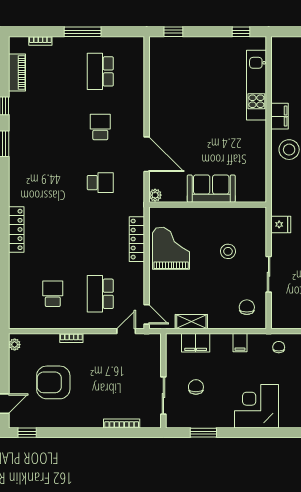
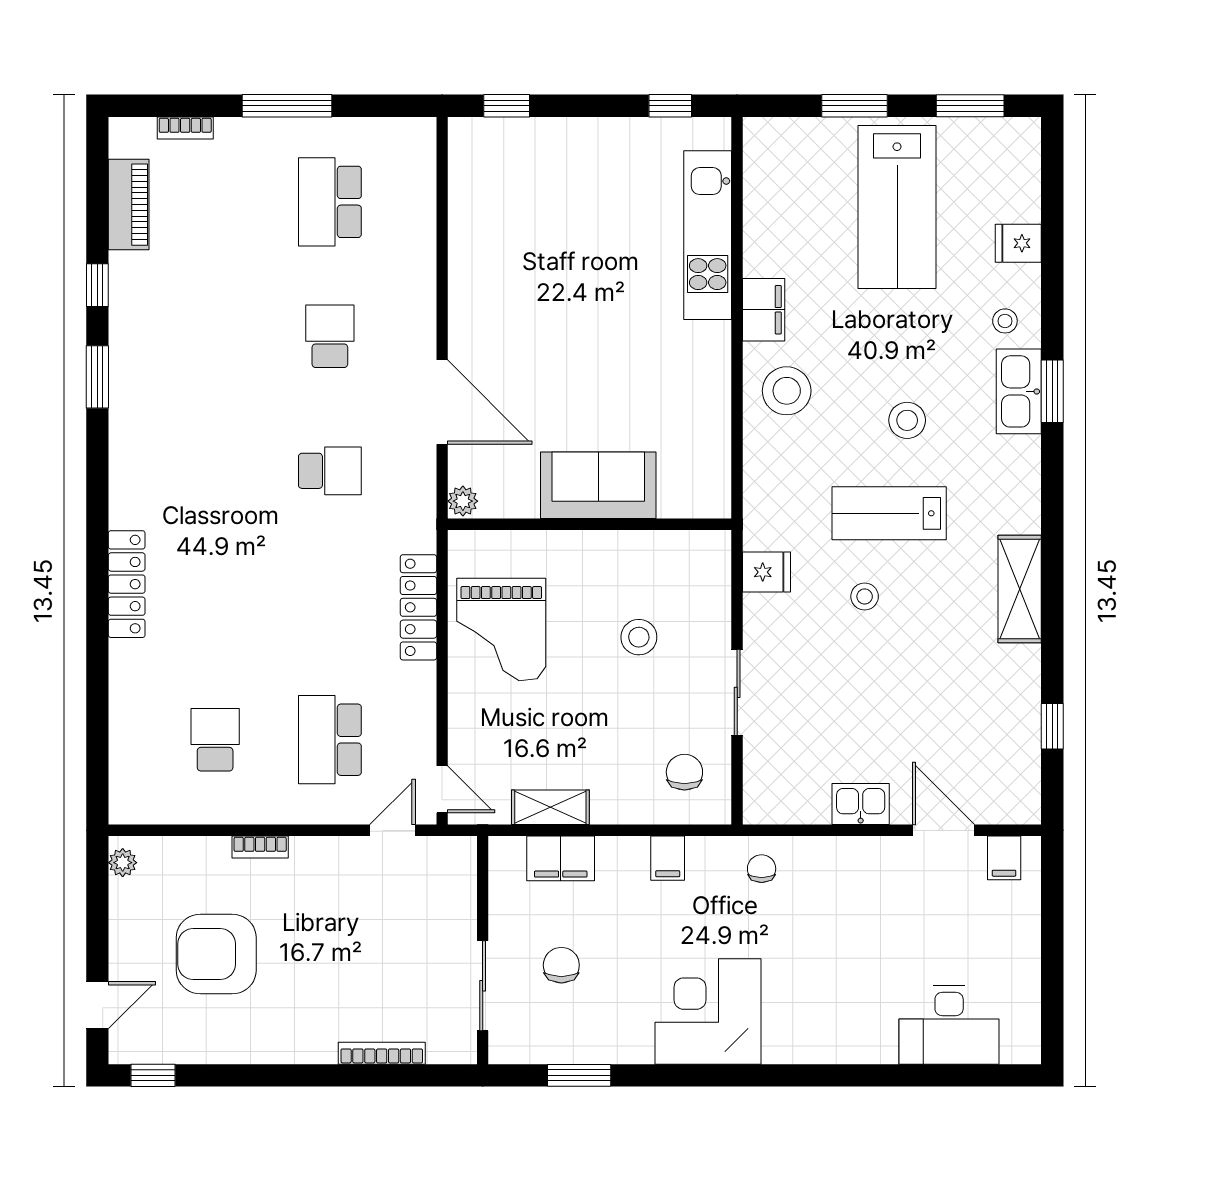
grand piano: (171, 248) -> (501, 630), turned 180

